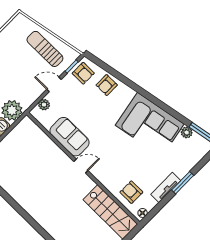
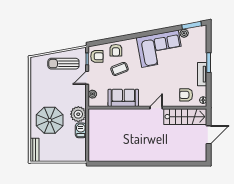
coffee table: (93, 106) -> (120, 69), added
door: (81, 166) -> (156, 108), moved

